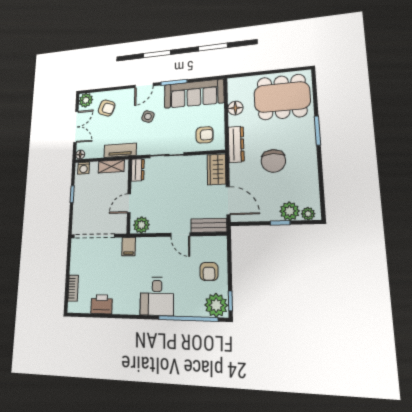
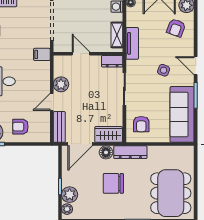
floor lamp: (235, 108) -> (106, 152), moved
plant: (141, 225) -> (61, 84), moved

